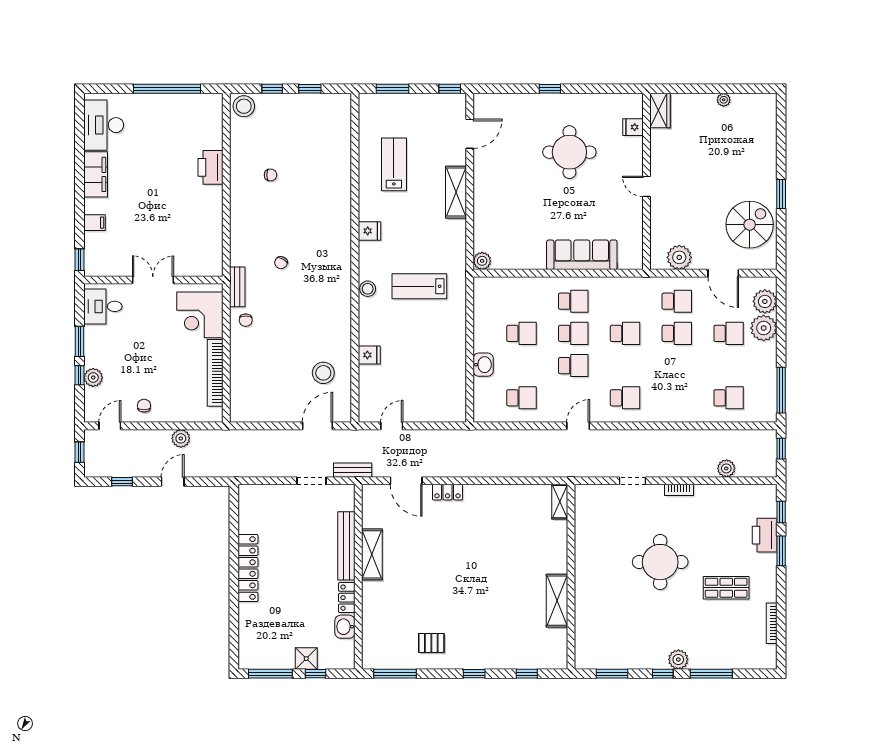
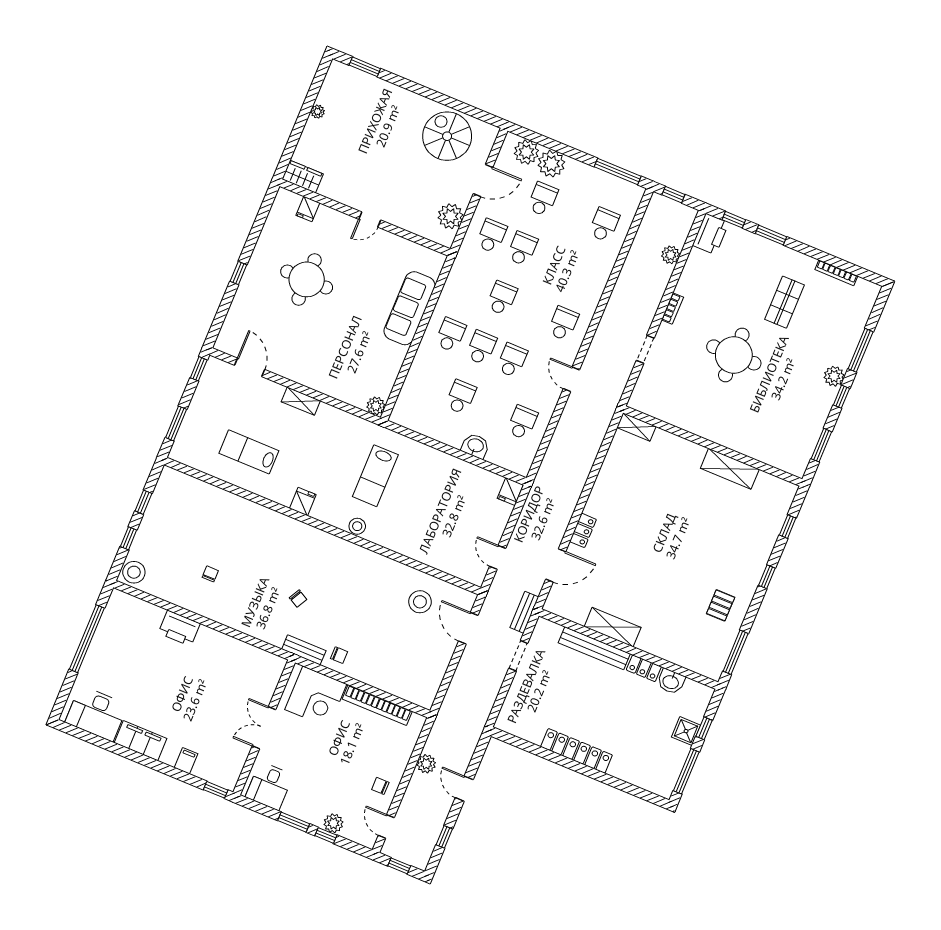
shelving: (456, 192) -> (301, 401), width x0.67, depth x0.75
window: (781, 194) -> (365, 67), moved
fridge: (369, 355) -> (510, 491), moved, turned 180
printer: (765, 535) -> (711, 234), moved, turned -90

